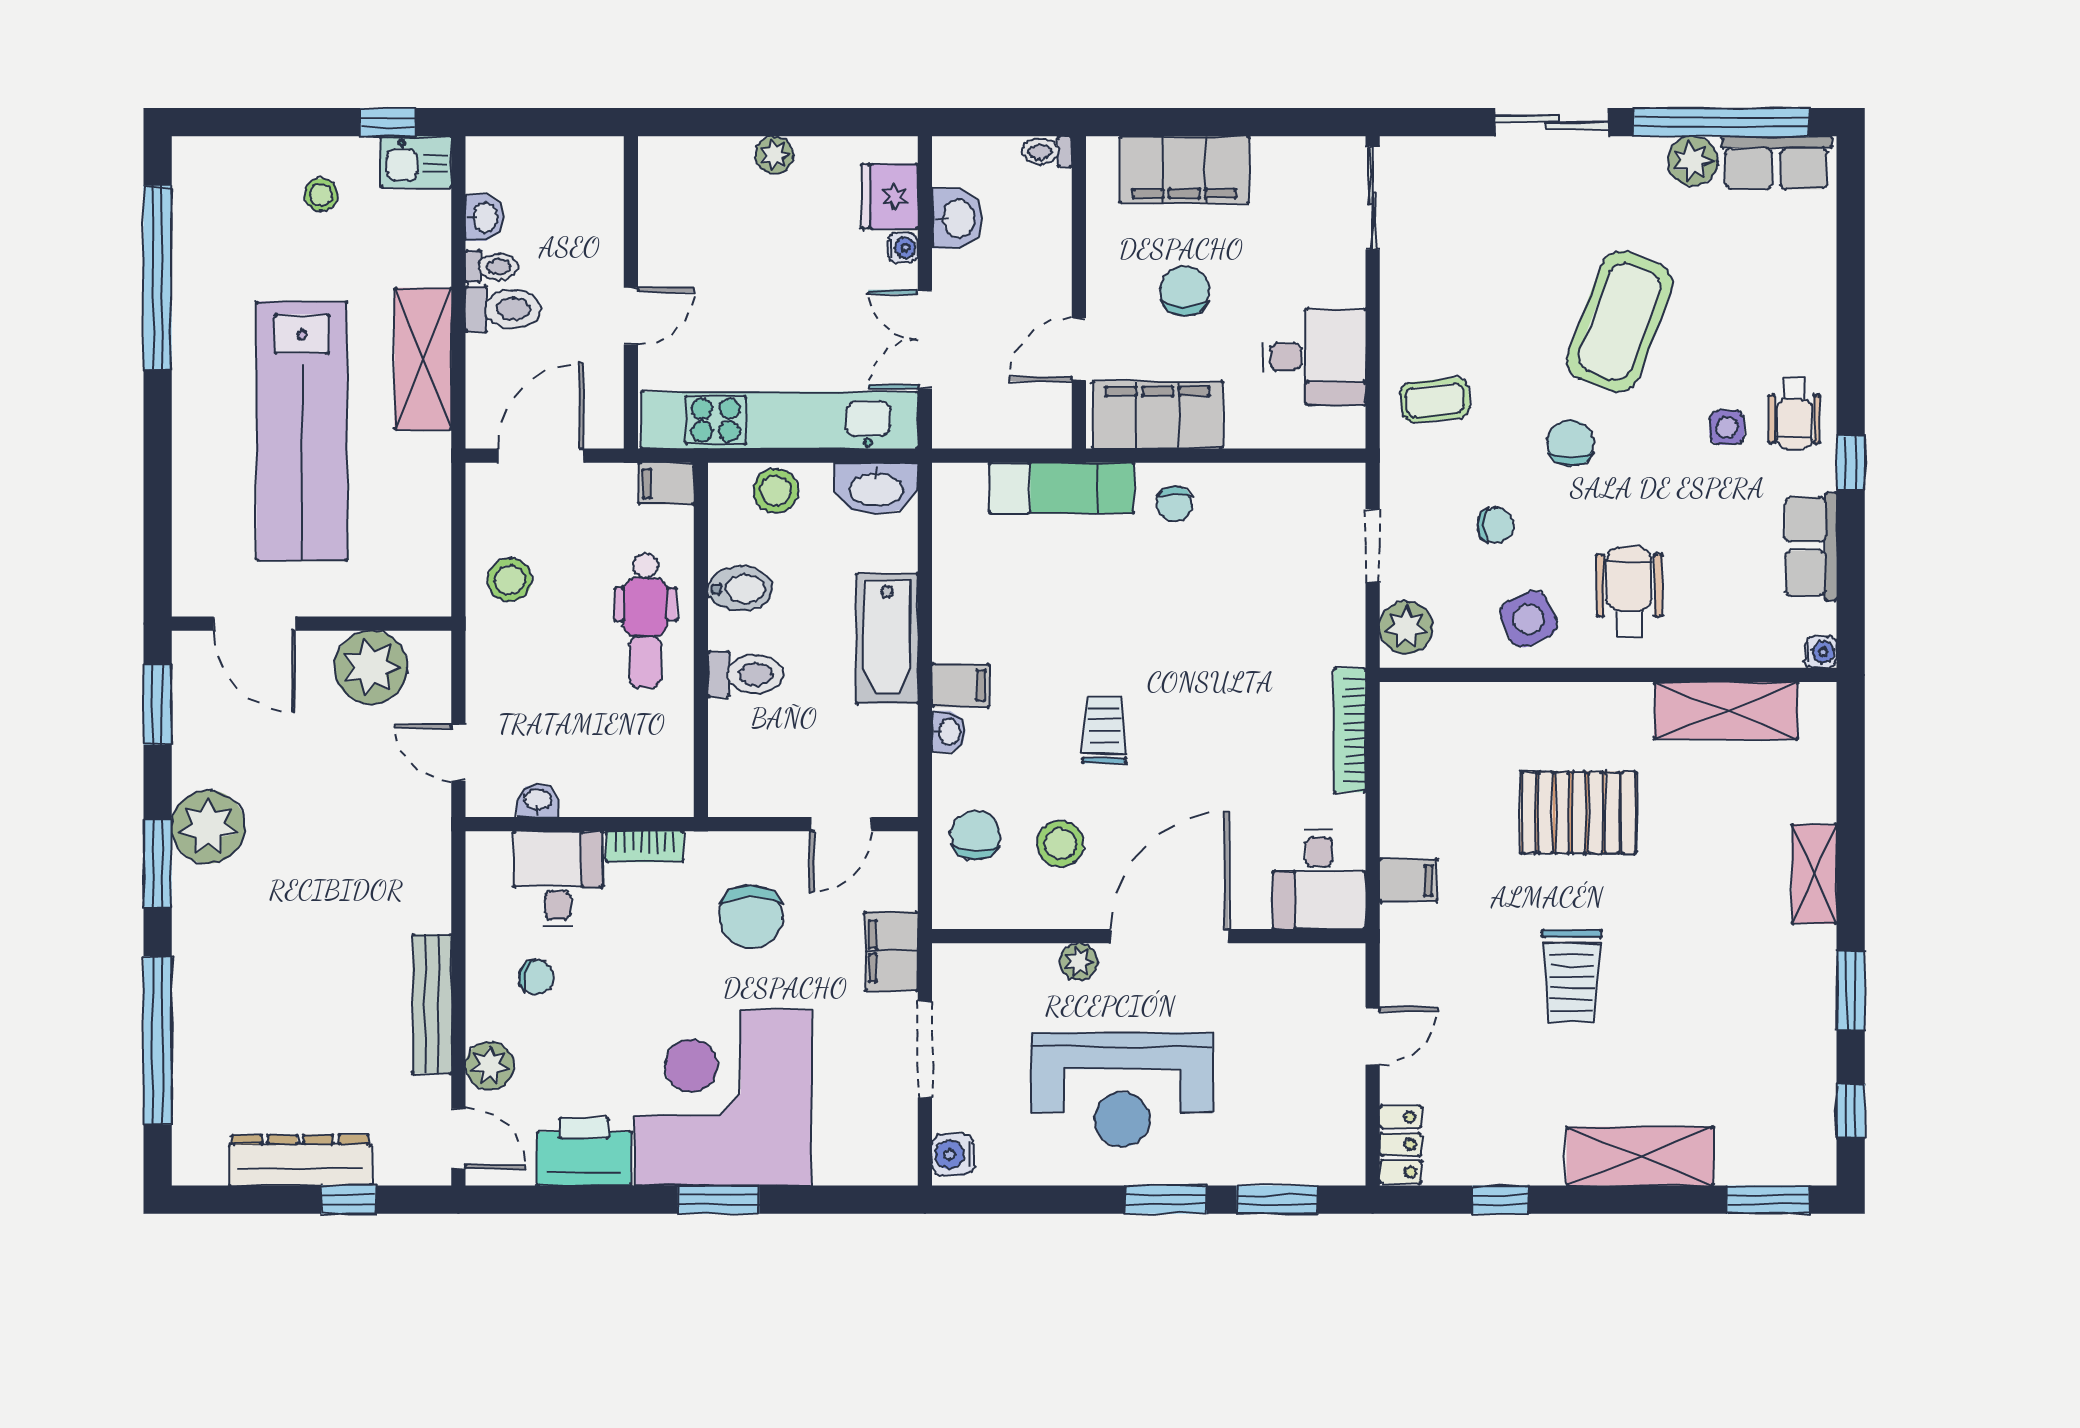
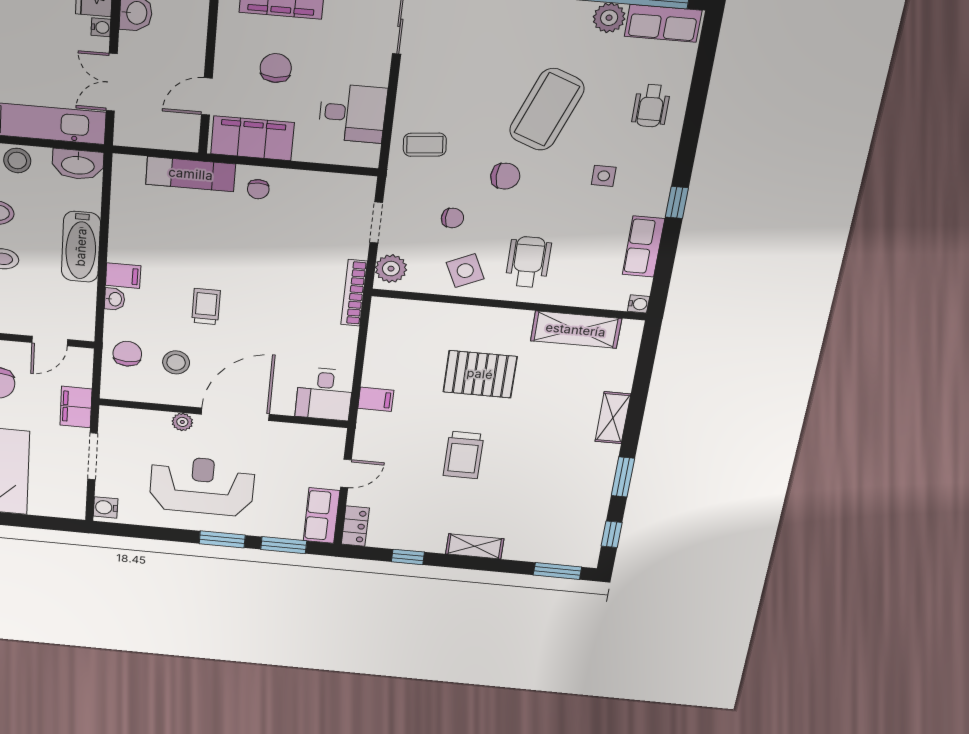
wheelchair: (1794, 413) -> (651, 106), moved
chair: (1571, 443) -> (505, 176), turned 90
bookcase: (1350, 730) -> (354, 293), moved
reception desk: (1122, 1090) -> (202, 486), turned 180
row of seats: (1338, 1129) -> (321, 516), added
shelving: (1640, 1156) -> (475, 546), width x0.67, depth x0.75

